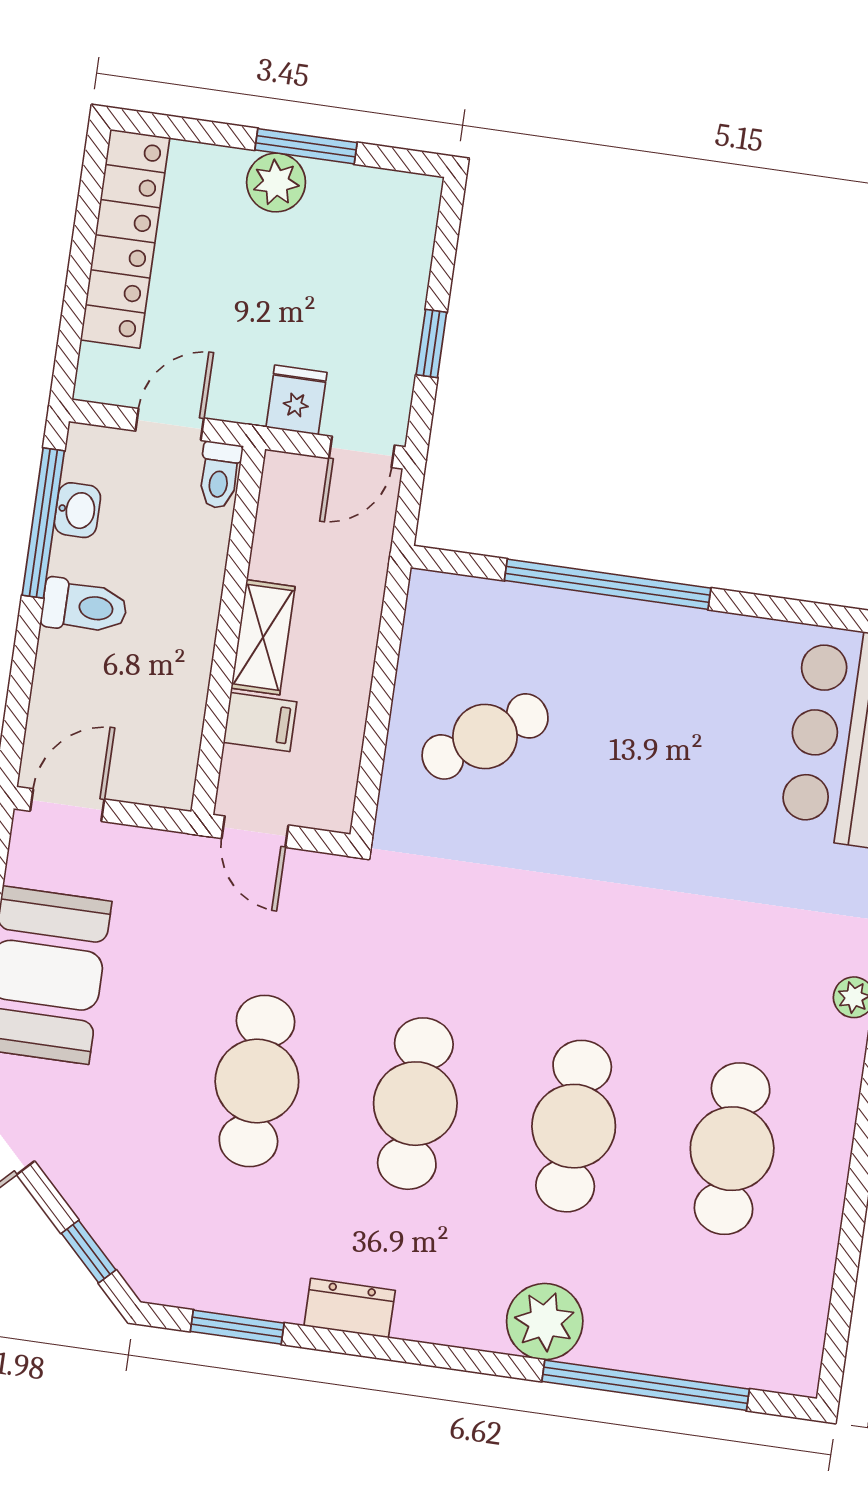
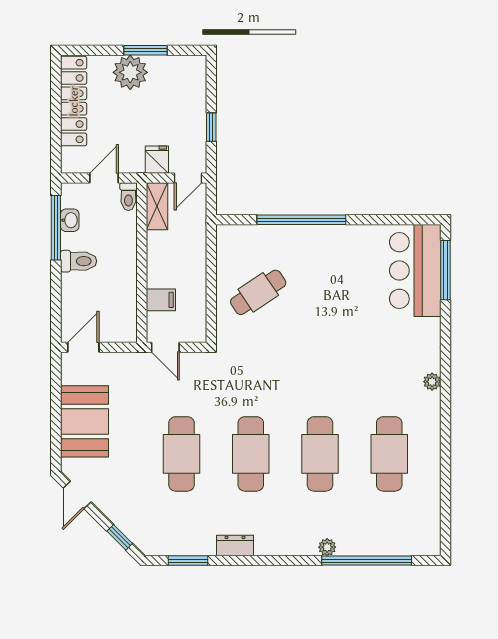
plant: (276, 183) -> (130, 72), width x1.36, depth x1.36
shelving: (263, 637) -> (157, 206), moved
plant: (545, 1322) -> (327, 547), width x0.53, depth x0.53

